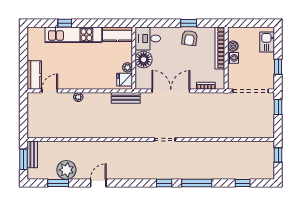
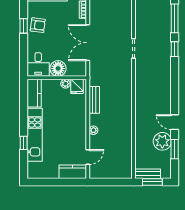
door: (50, 91) -> (88, 157), swing flipped
bench: (126, 98) -> (94, 100), moved
door: (98, 183) -> (175, 122), moved

